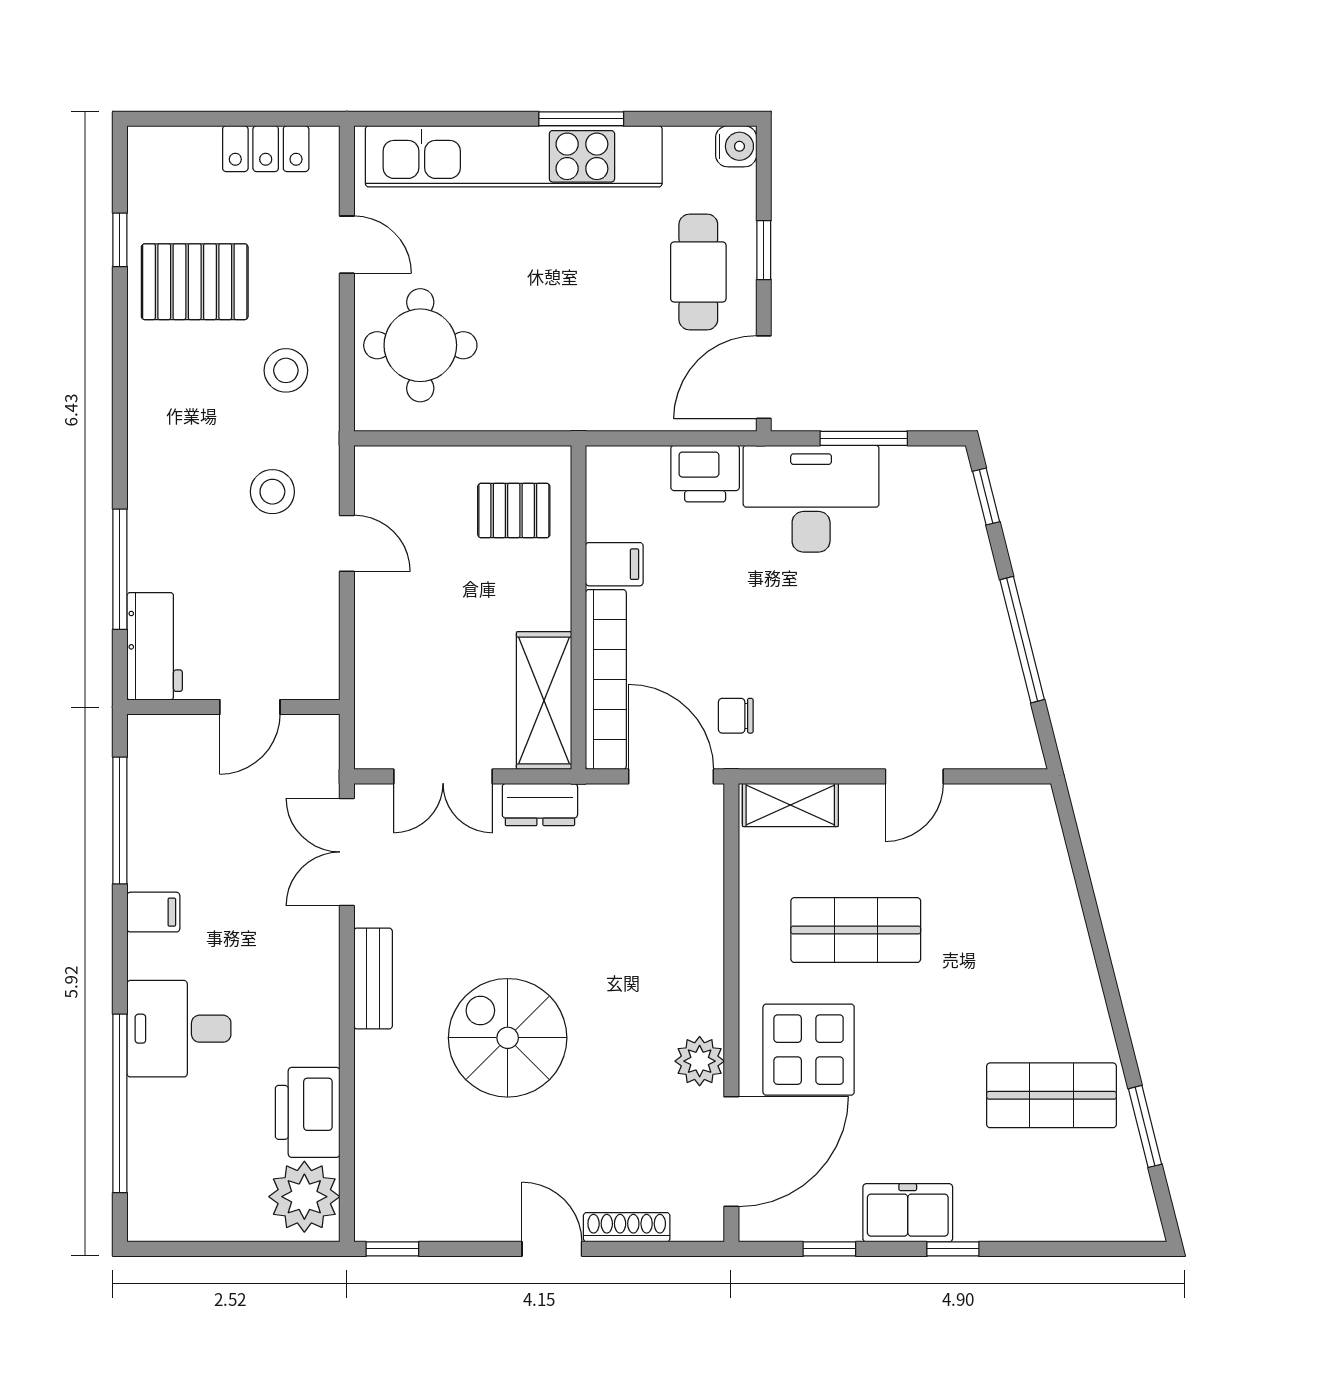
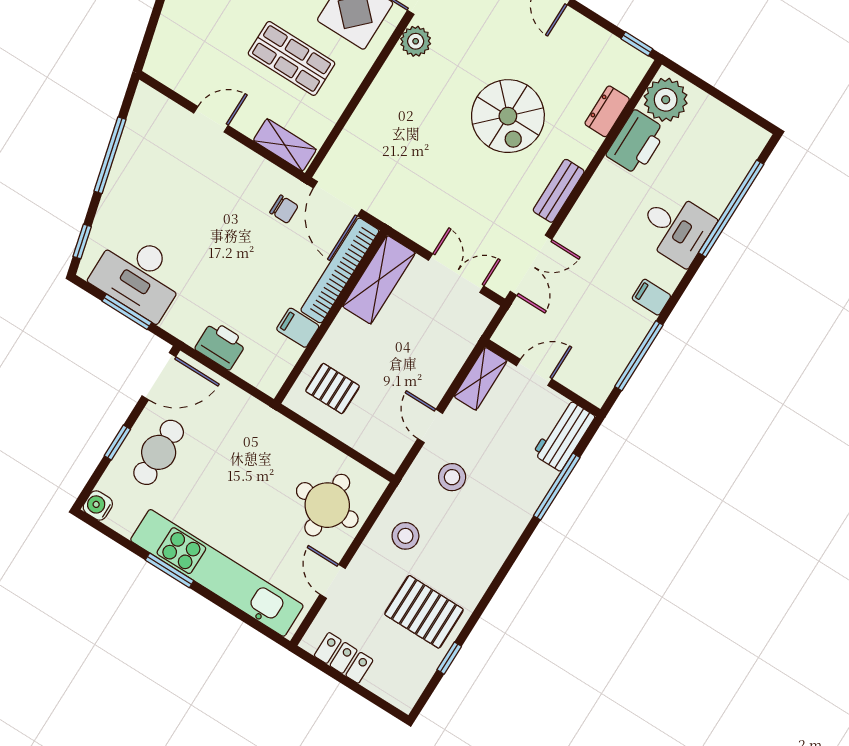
desk: (811, 499) -> (139, 276), moved
shelving: (318, 652) -> (480, 379), added
dresser: (540, 805) -> (607, 111), moved, turned -90

